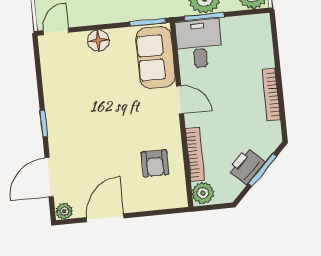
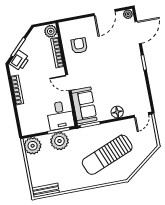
printer: (246, 166) -> (19, 60), moved

